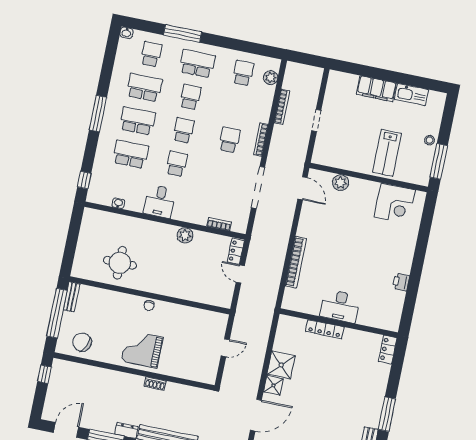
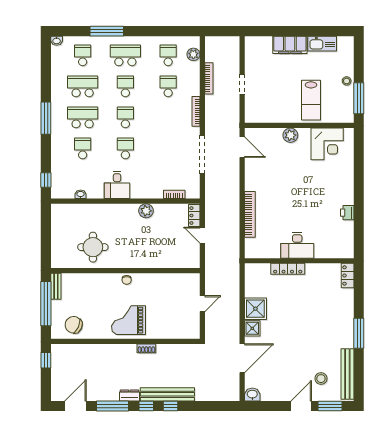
school desk: (229, 140) -> (168, 86), moved
school desk: (131, 154) -> (83, 148), width x0.54
plant: (341, 183) -> (290, 135), moved

